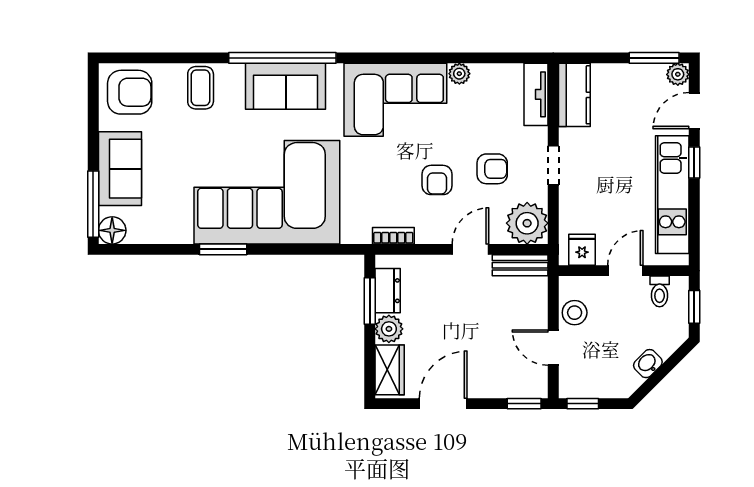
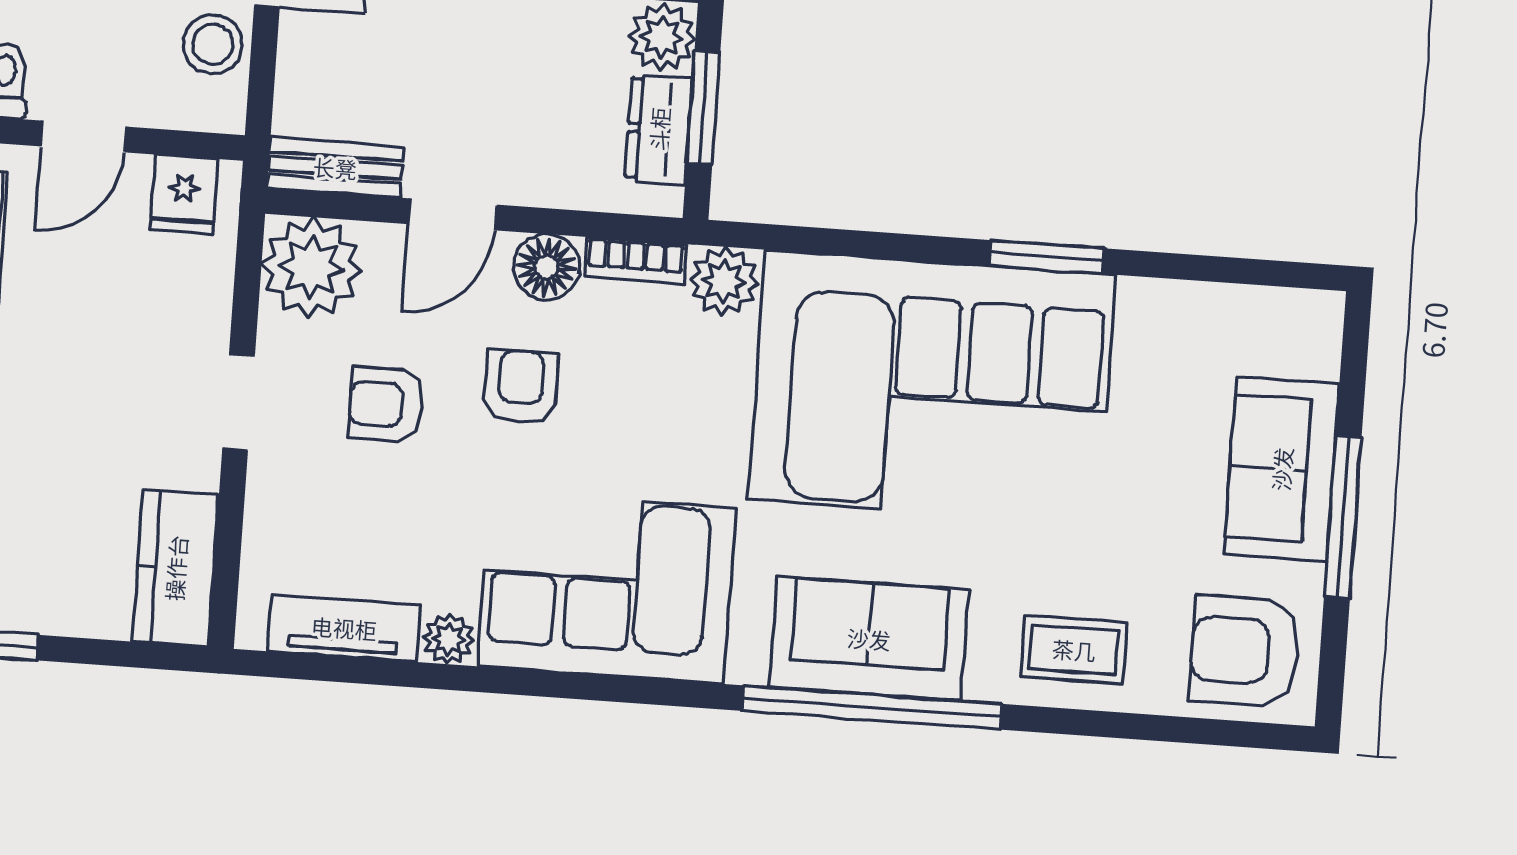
coffee table: (201, 88) -> (1074, 650), turned 90
tv unit: (536, 94) -> (344, 628), moved, turned -90
window: (93, 204) -> (1343, 517), moved
floor lamp: (112, 230) -> (546, 267), moved
plant: (356, 230) -> (724, 281), added

